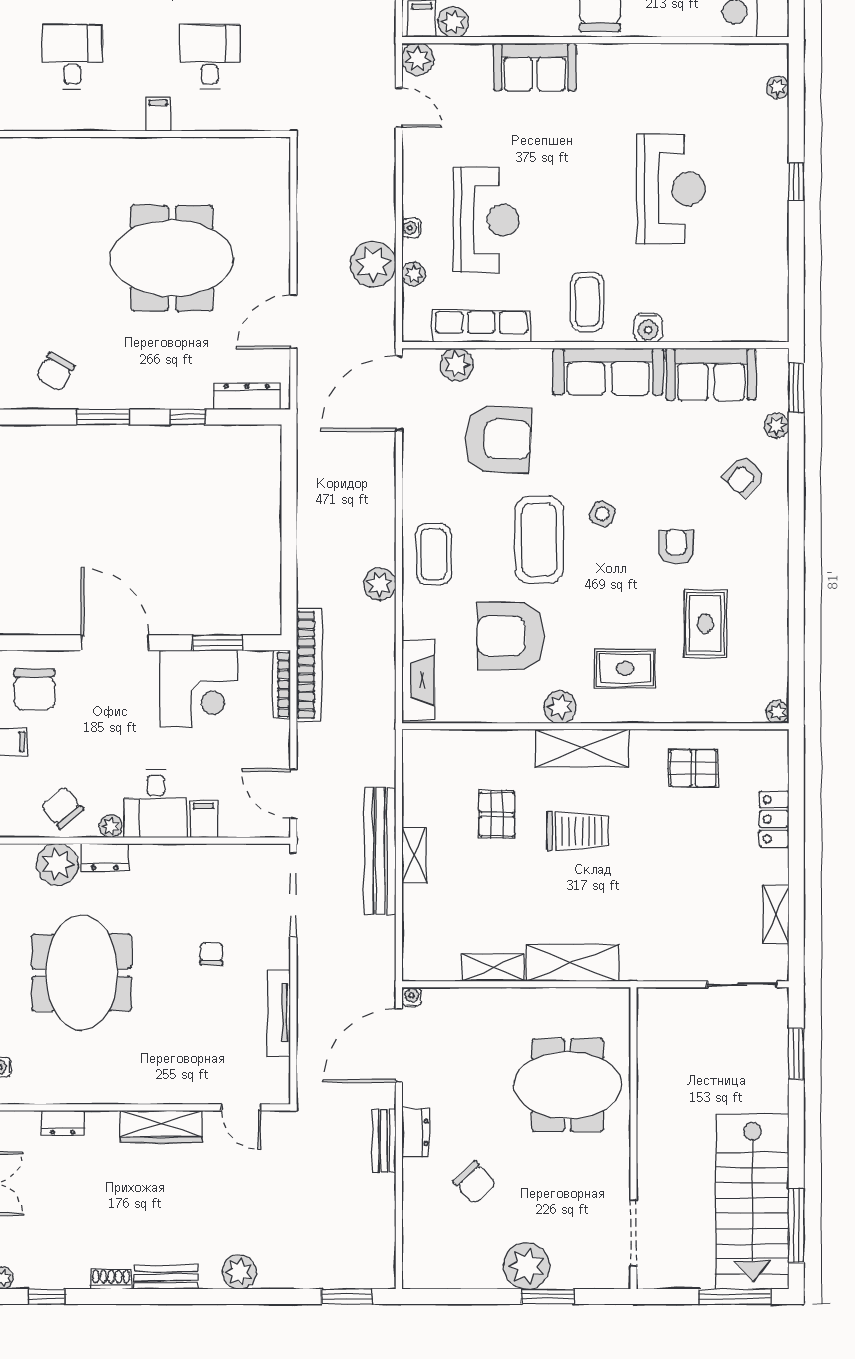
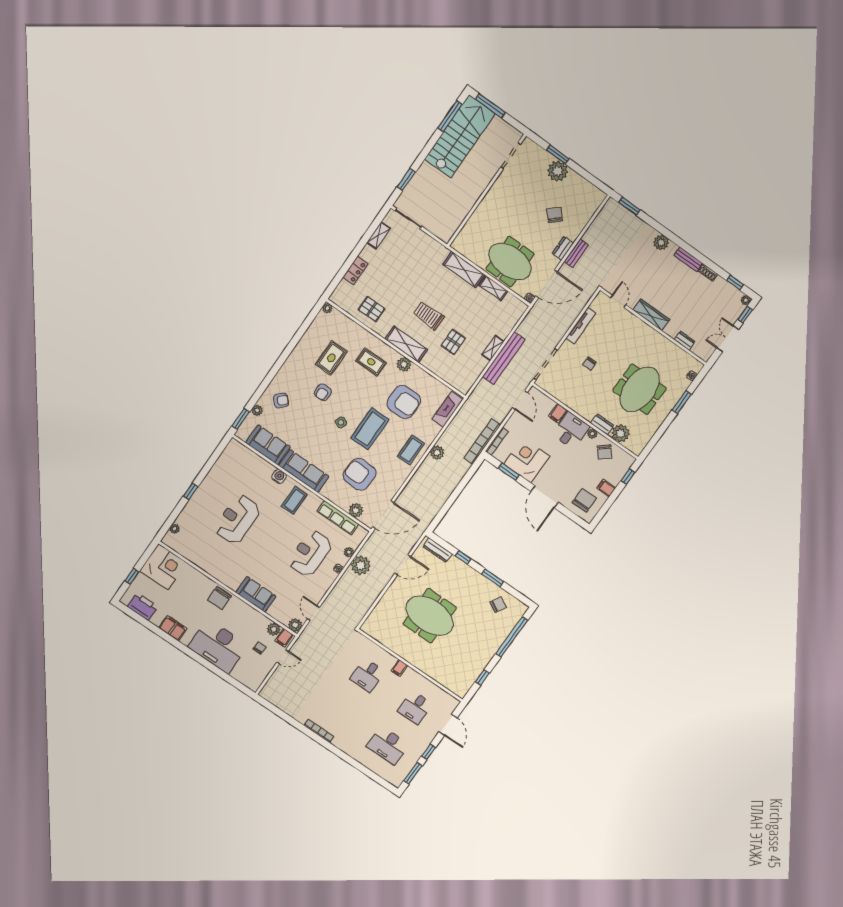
meeting table: (568, 1085) -> (510, 262), moved

